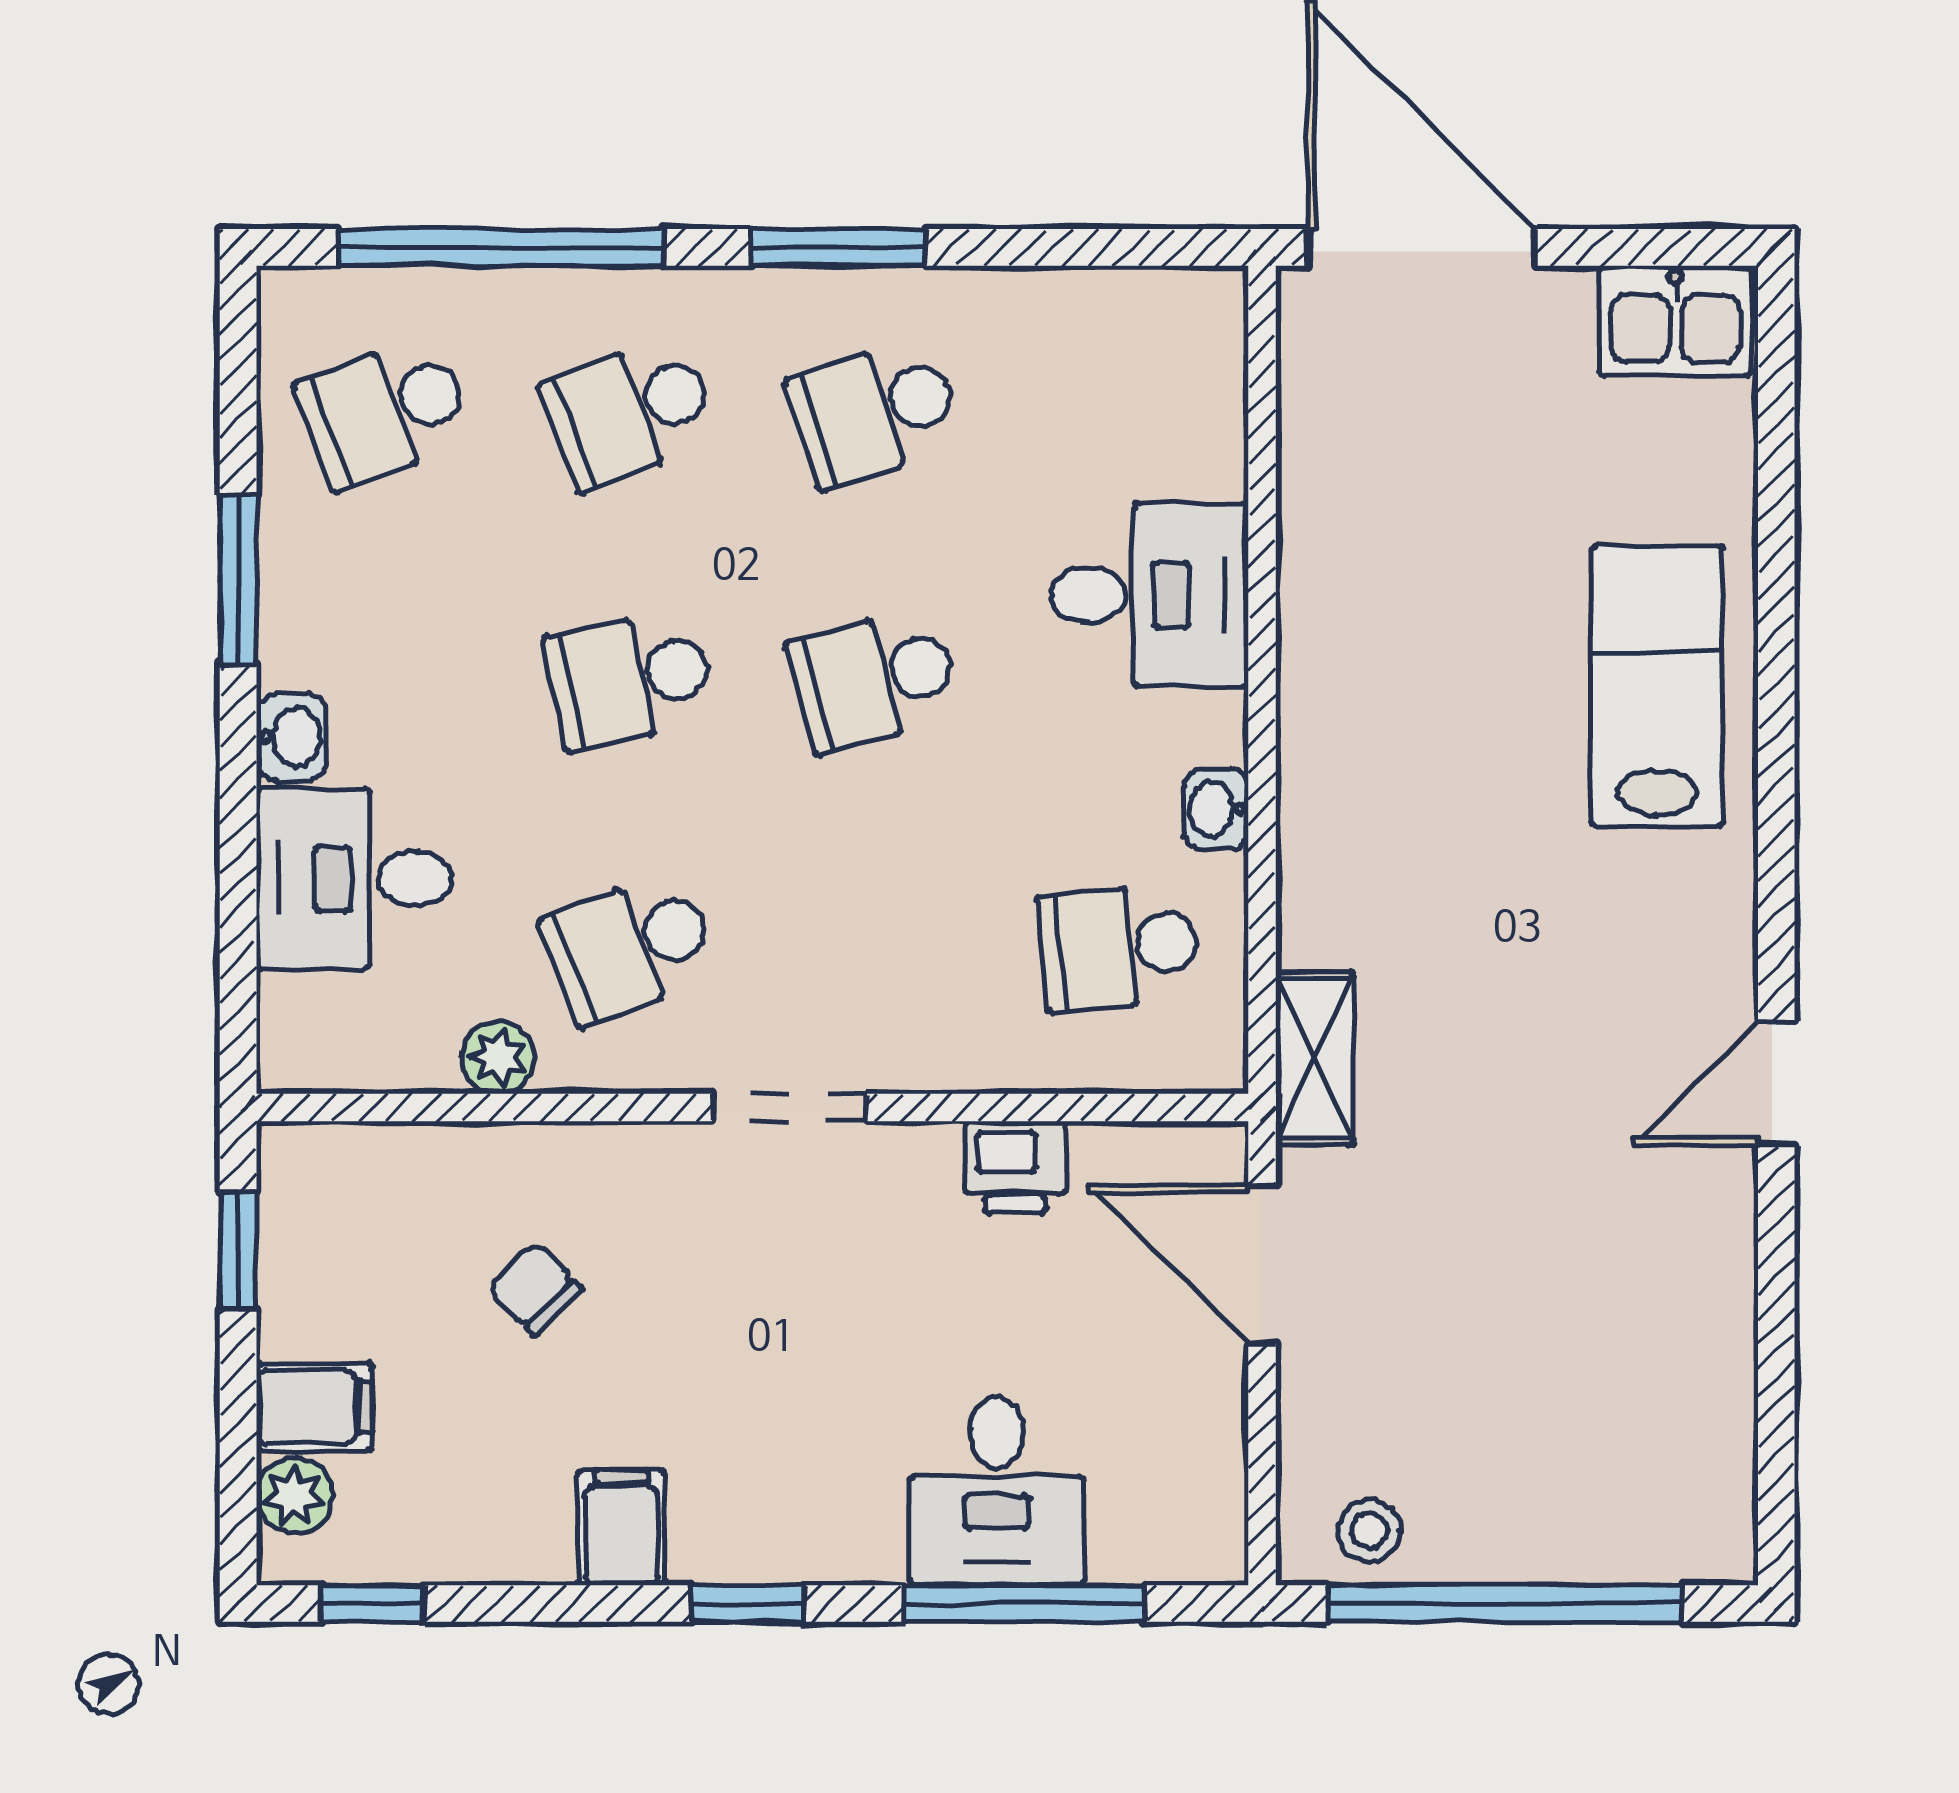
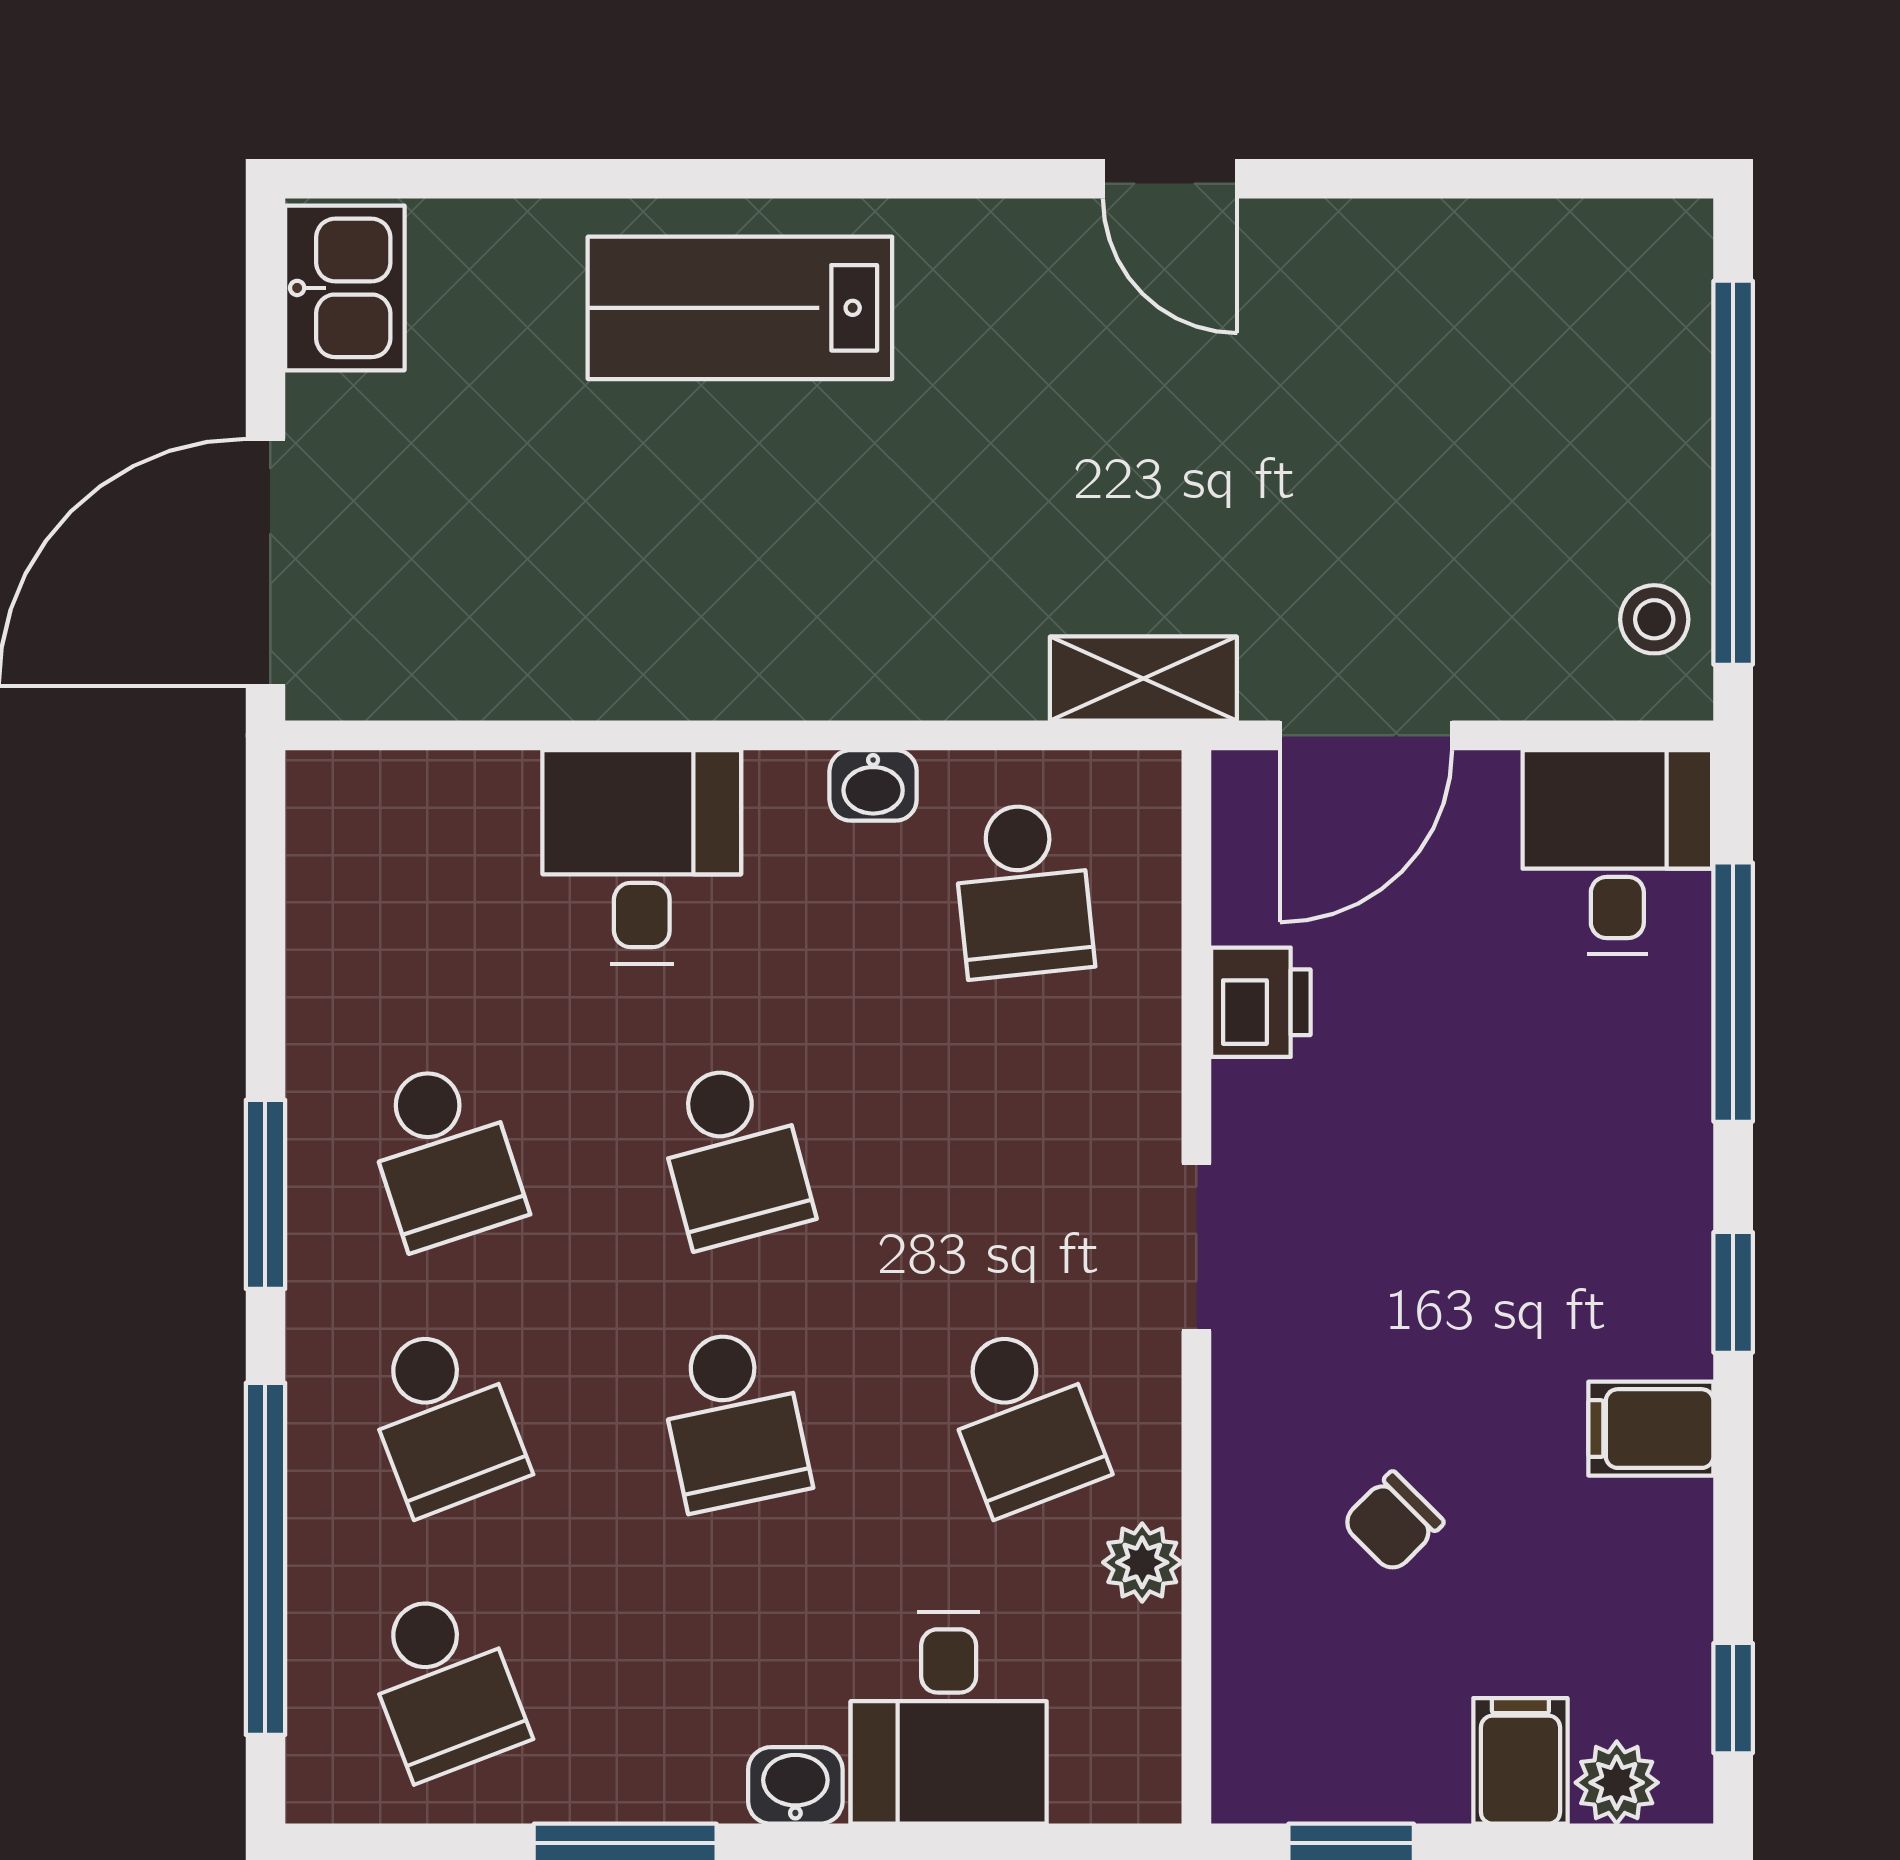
desk: (997, 1491) -> (1617, 852), moved, turned -90

